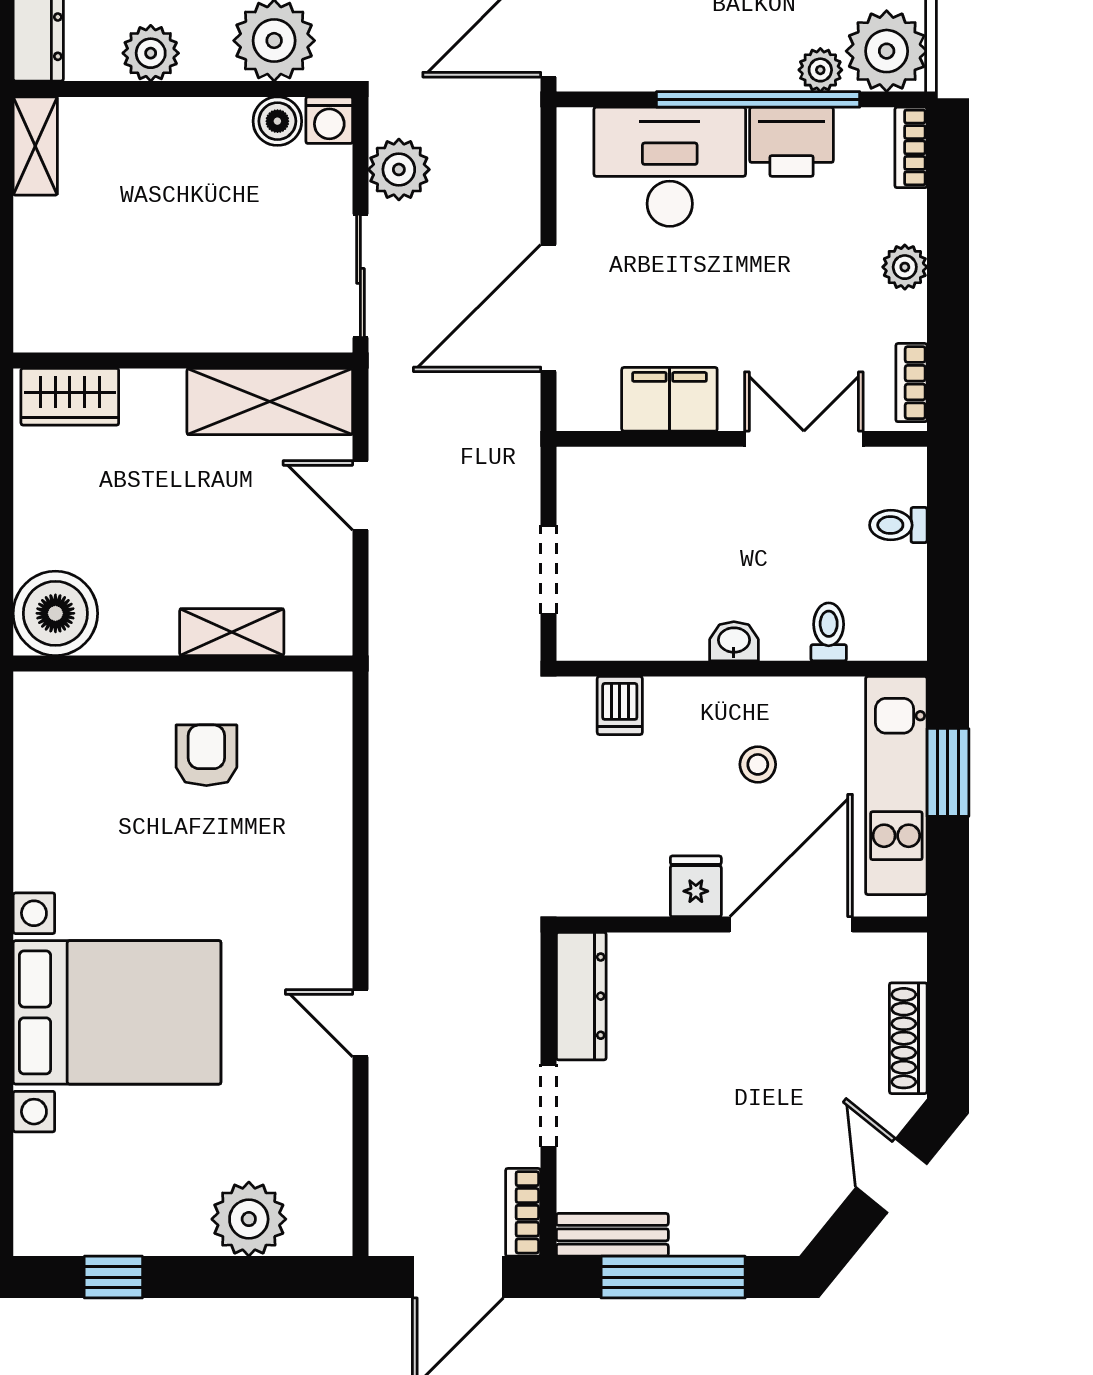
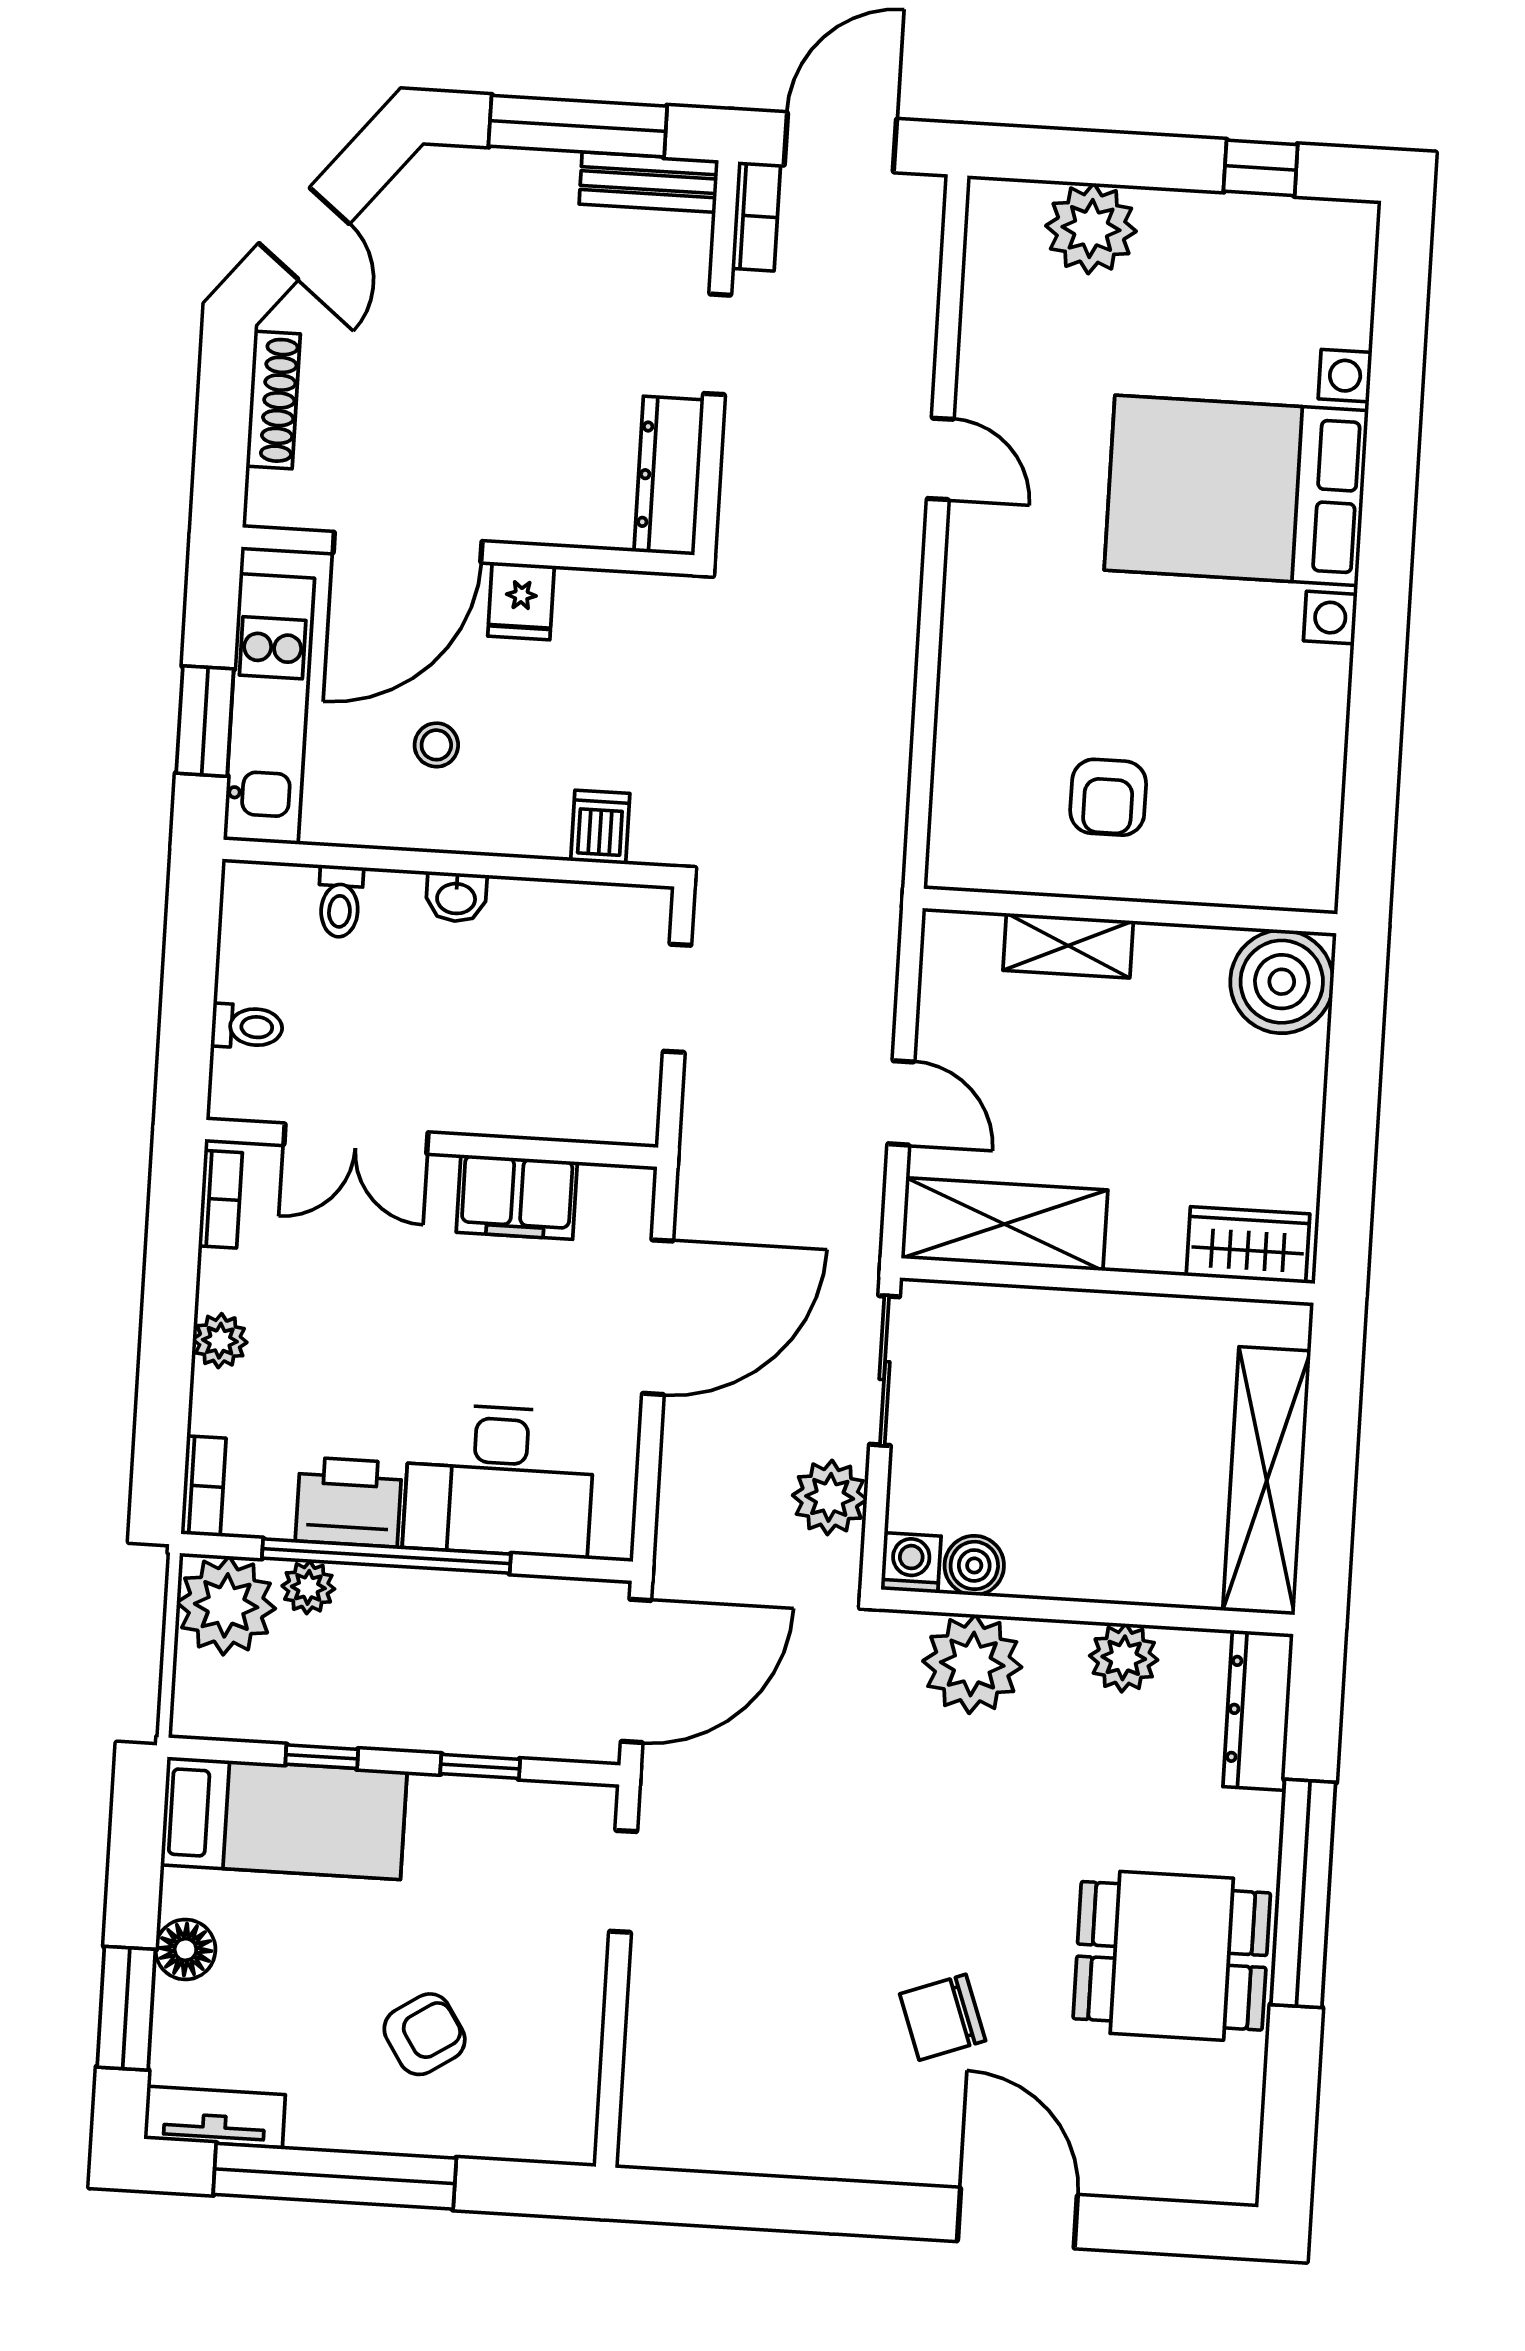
shelving: (35, 146) -> (1267, 1481), width x2.20, depth x1.33

